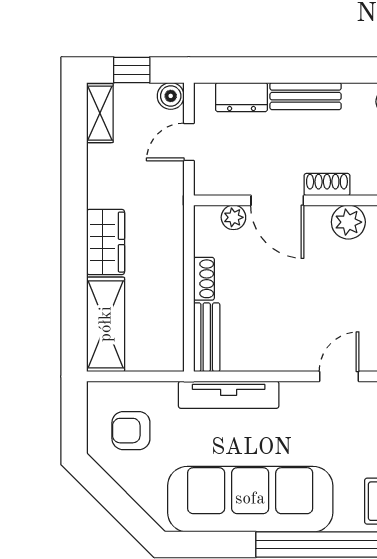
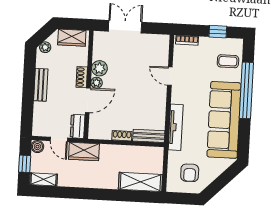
dresser: (242, 97) -> (78, 126), moved, turned 180
plant: (233, 217) -> (97, 83), moved
wardrobe: (106, 242) -> (84, 152), moved, turned 180

